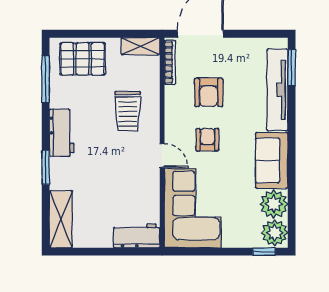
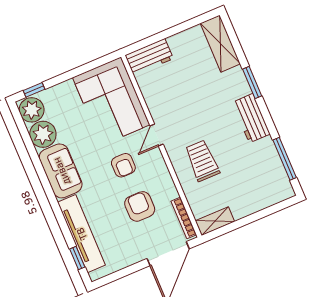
pallet: (83, 59) -> (260, 189), removed
window: (292, 68) -> (77, 258), width x0.67
door: (162, 156) -> (157, 135), hinge flipped

